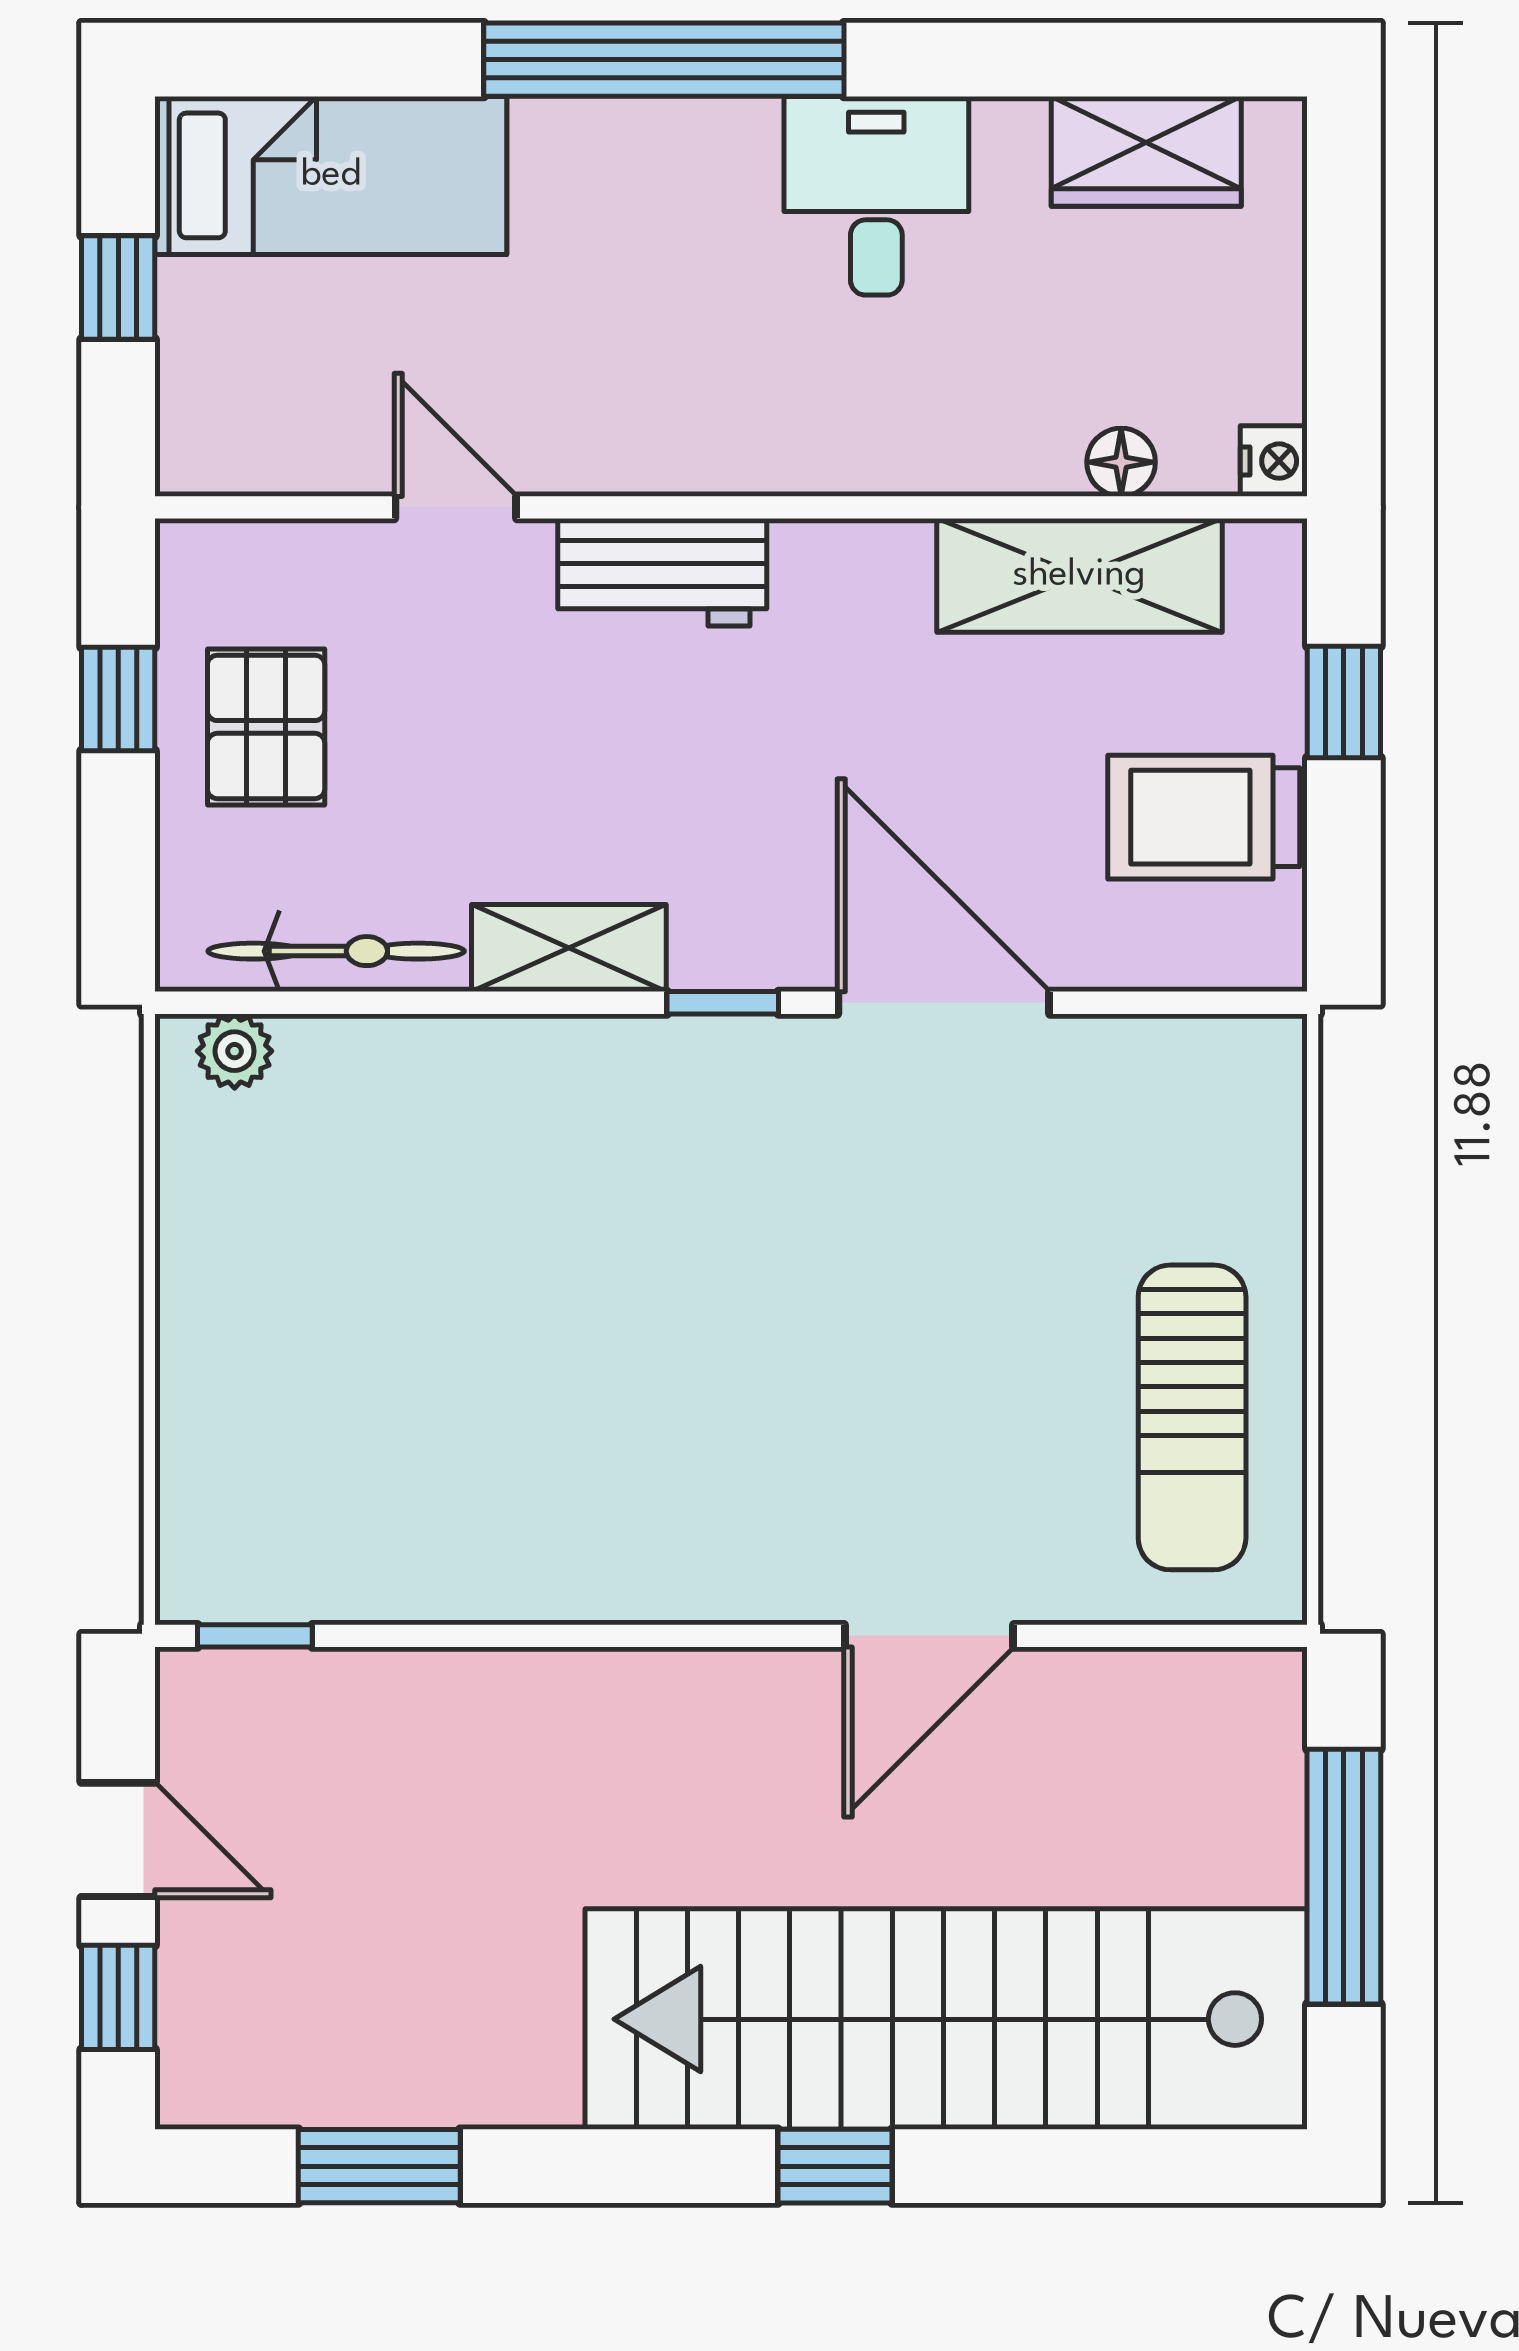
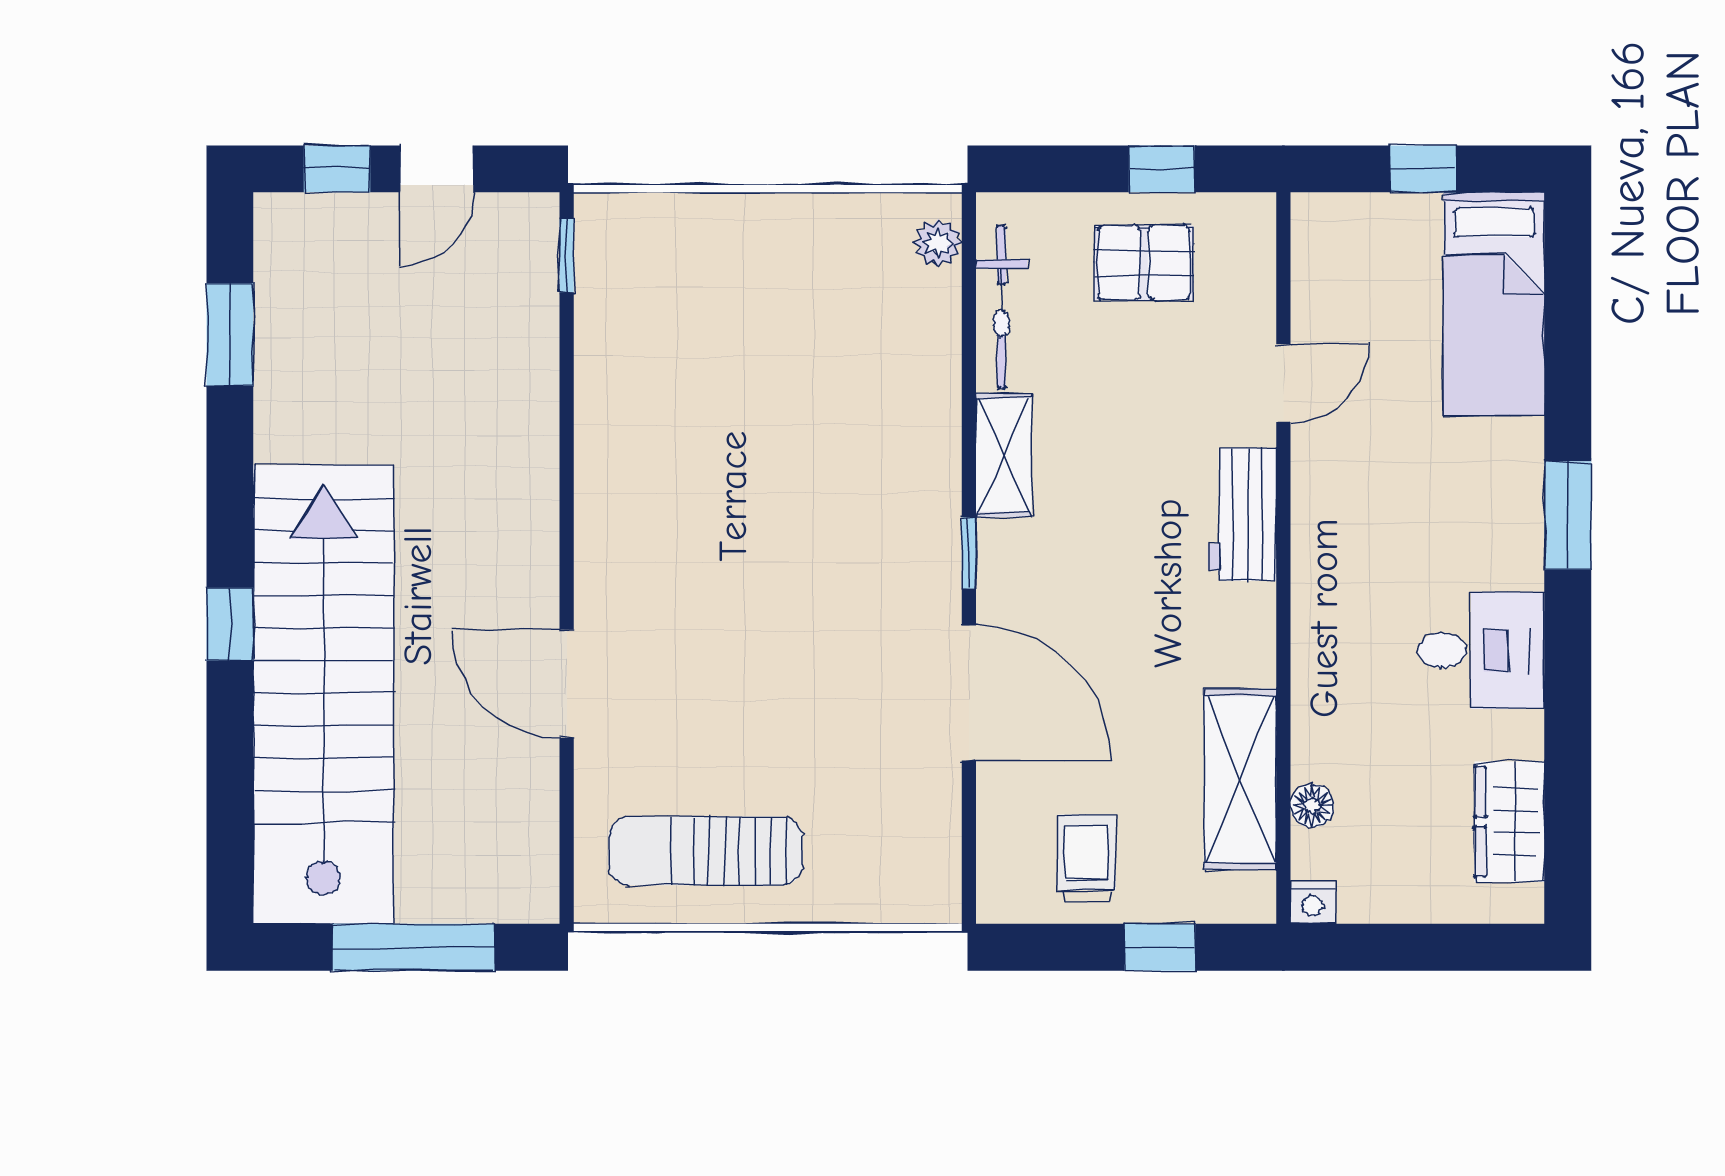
window: (664, 60) -> (1568, 515), width x0.47
trolley: (1204, 817) -> (1087, 858), width x0.73, depth x0.72
door: (944, 1003) -> (969, 693), hinge flipped

